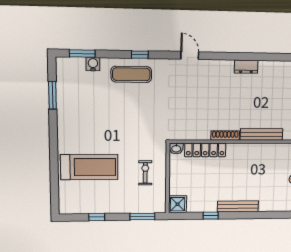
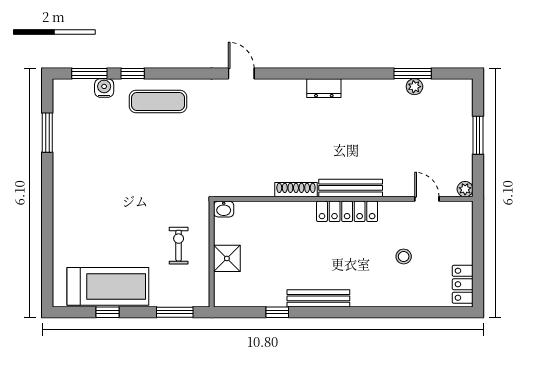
window: (140, 55) -> (133, 73), moved
locker: (205, 150) -> (347, 211), moved
treadmill: (89, 167) -> (108, 286), moved
shower: (178, 204) -> (227, 258), moved

